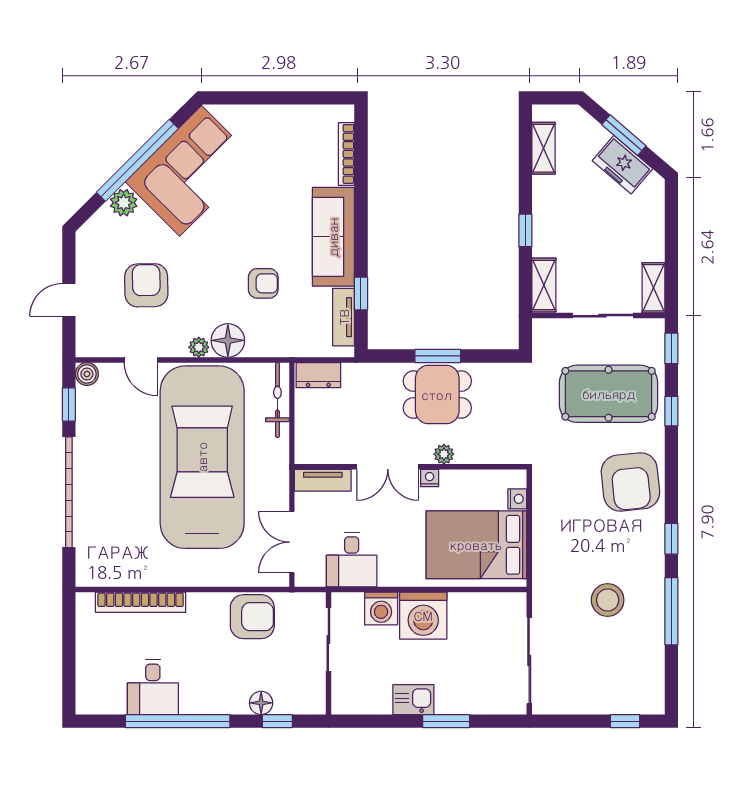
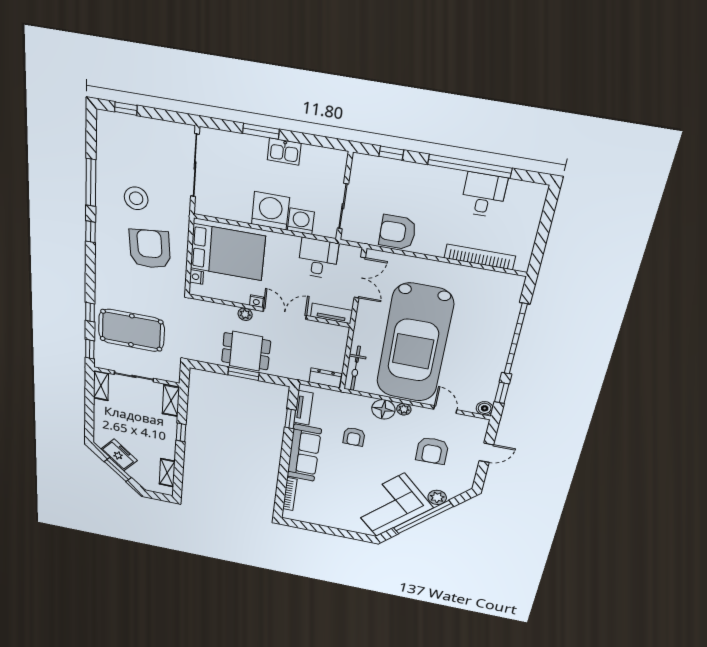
armchair: (263, 283) -> (354, 437), turned -90
armchair: (630, 482) -> (150, 249), moved
floor lamp: (261, 703) -> (402, 169), removed

